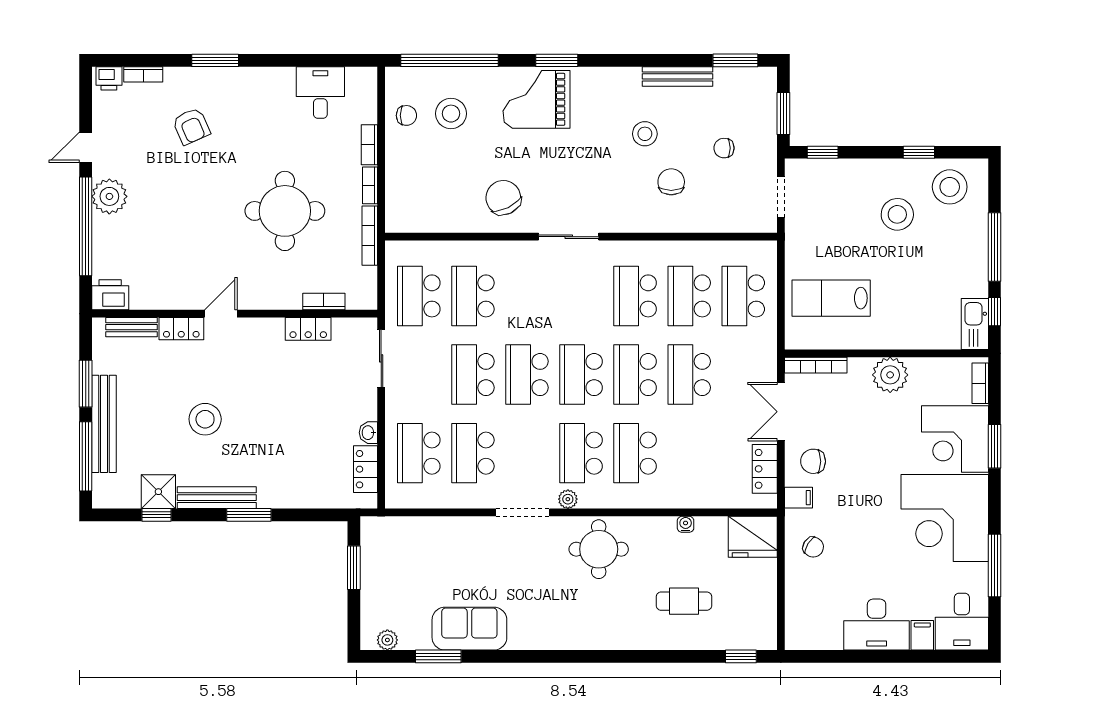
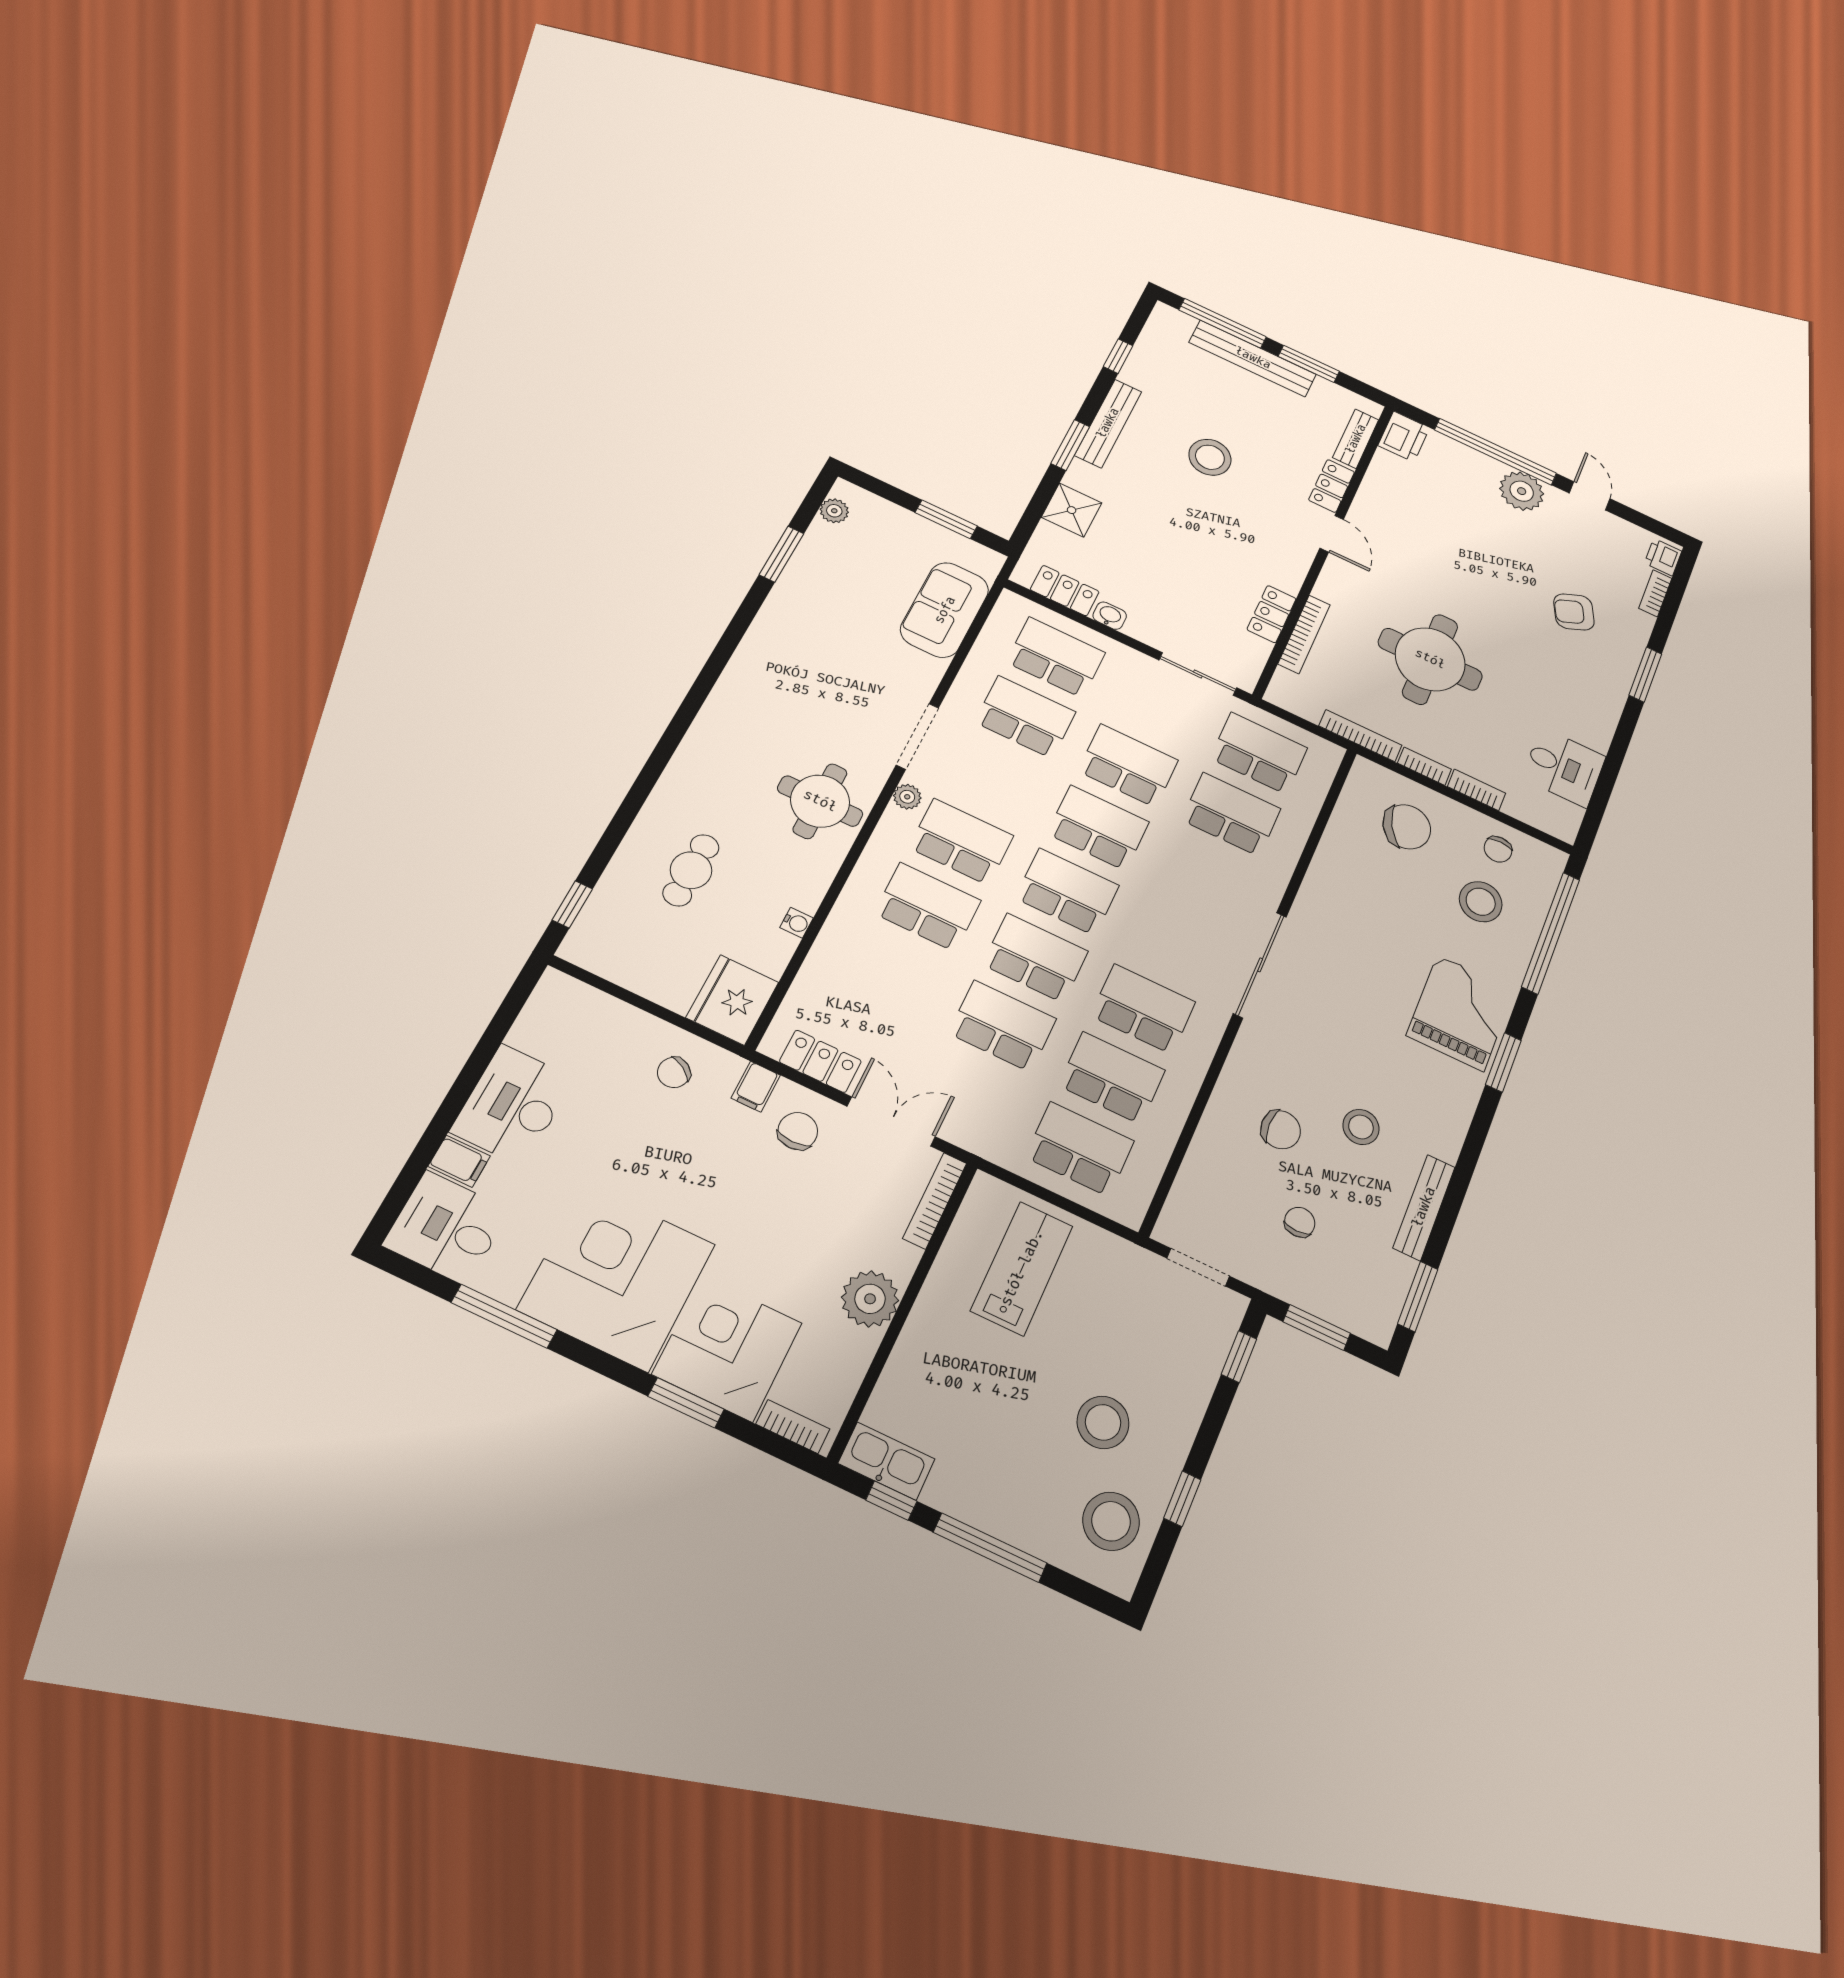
chair: (503, 198) -> (1407, 827), moved
sliding door: (569, 237) -> (1260, 965), width x1.37
bookcase: (324, 302) -> (1304, 634), width x1.56
shower: (158, 492) -> (1072, 510), moved
sofa: (469, 629) -> (945, 610), moved, turned 180

